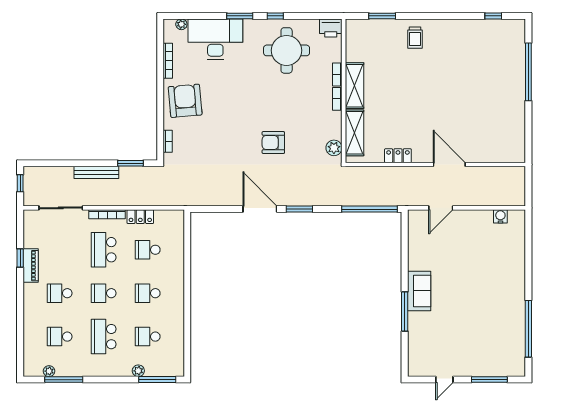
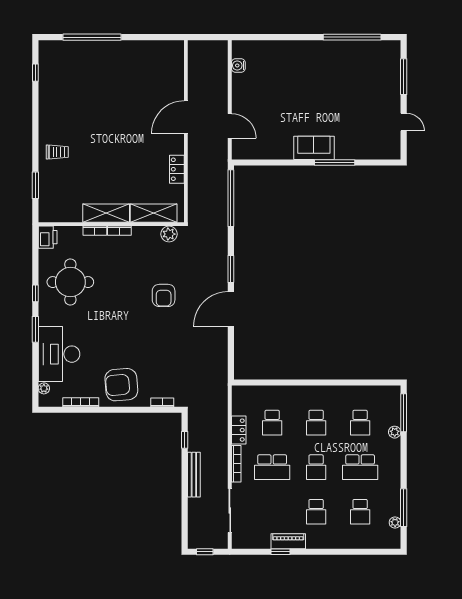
window: (131, 163) -> (185, 440), width x0.67

